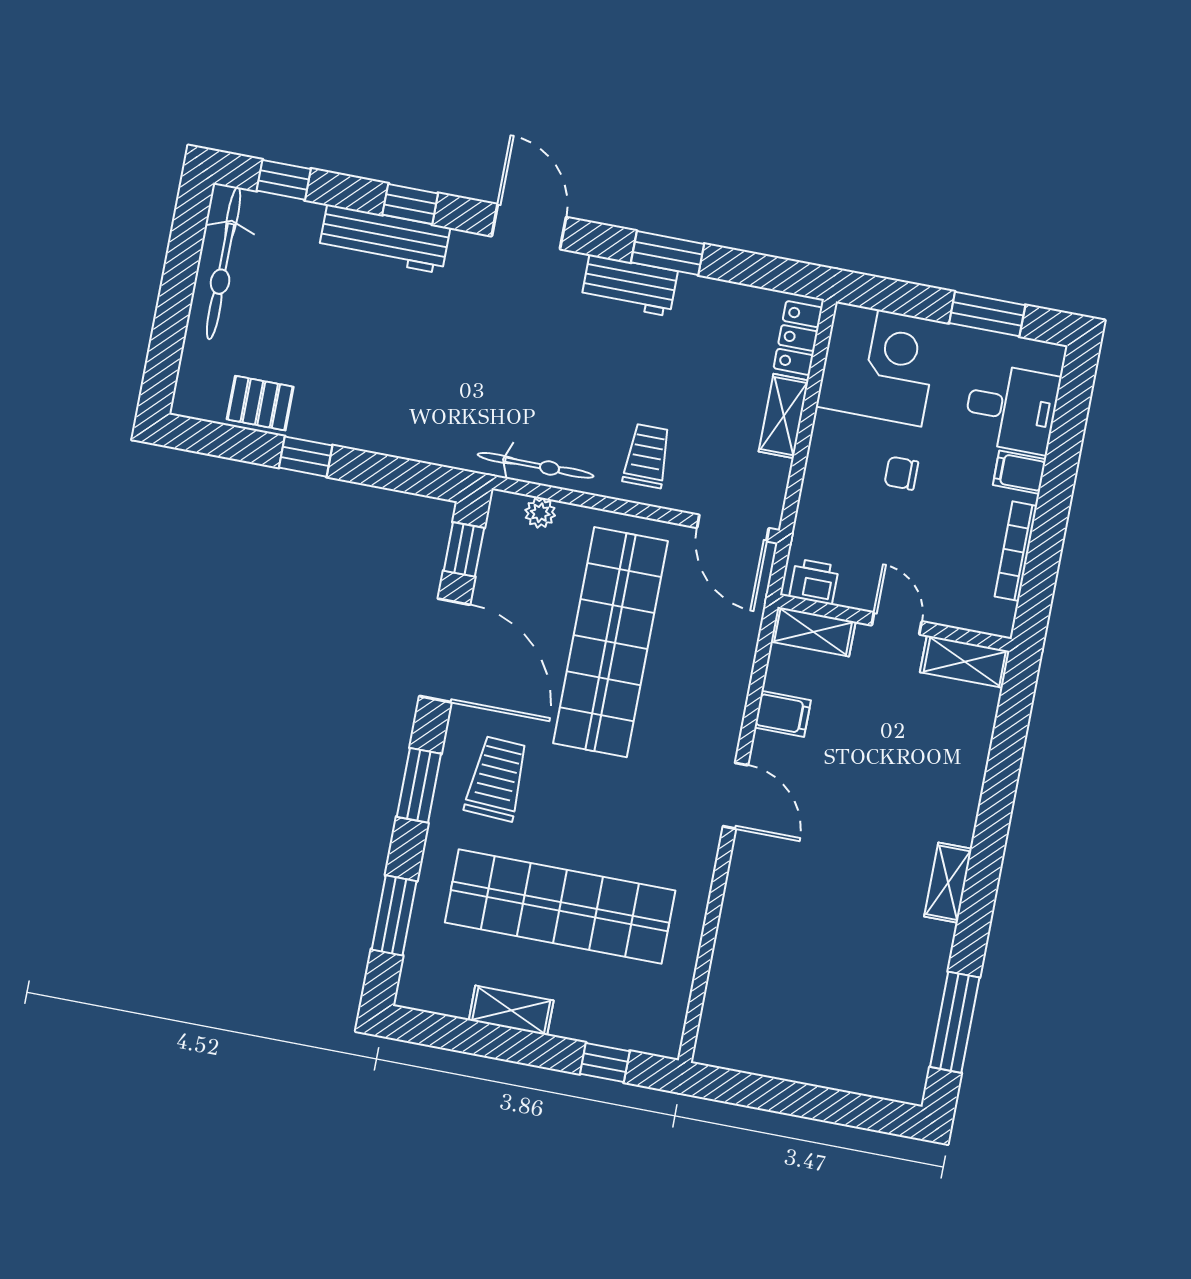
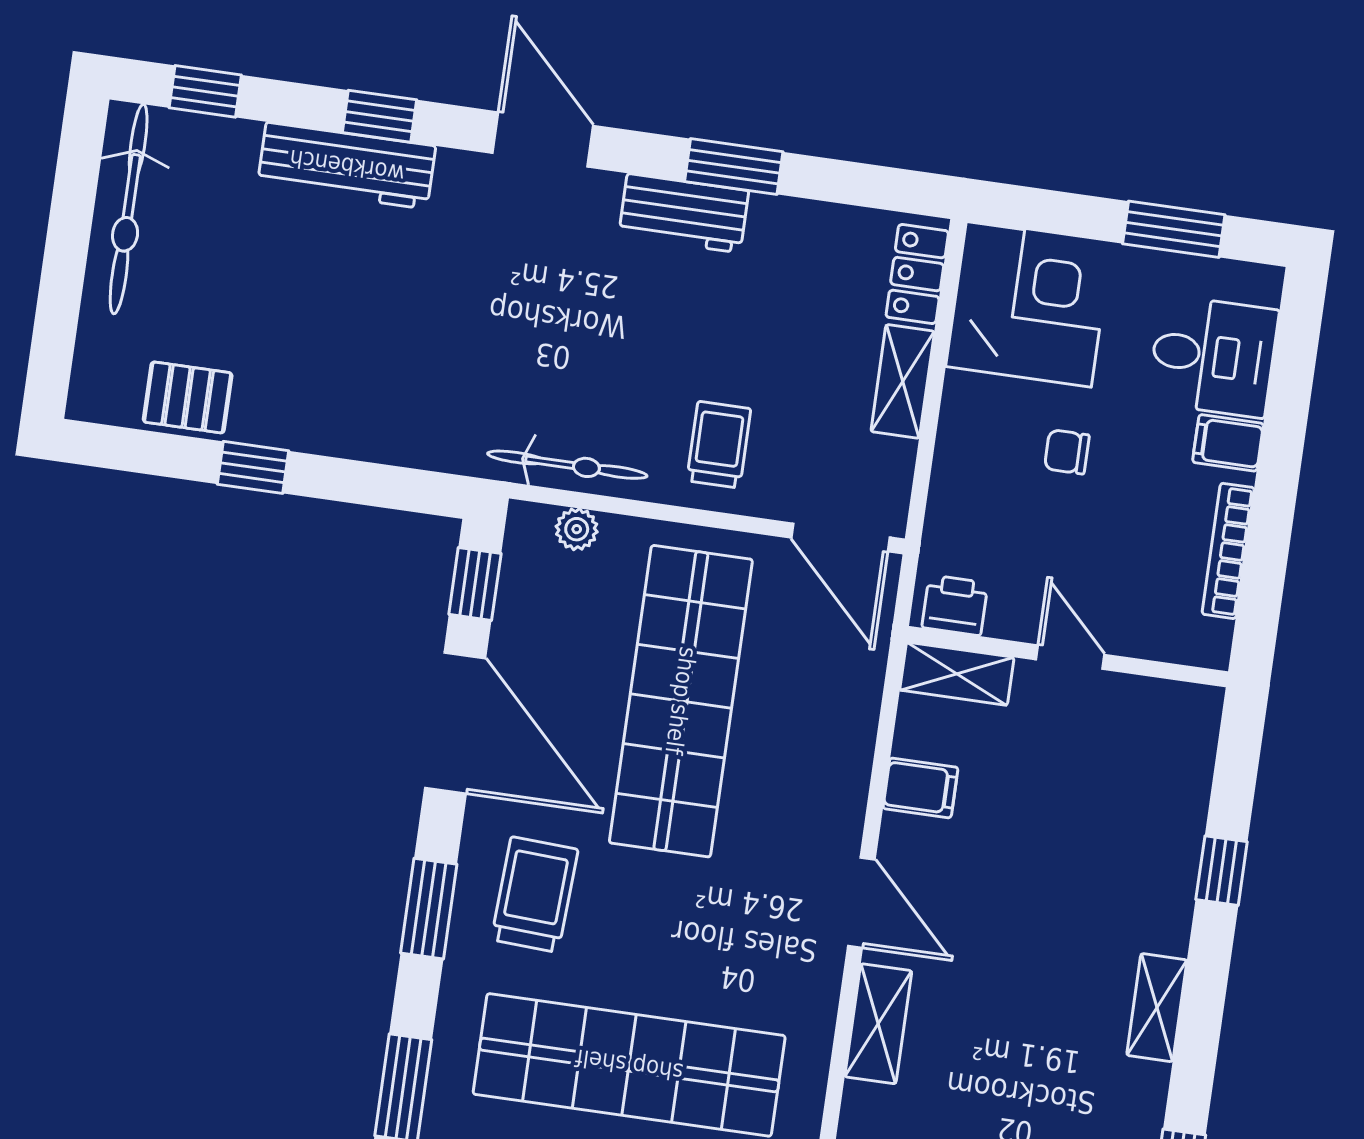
shelving: (965, 662) -> (878, 1024), moved, turned 90
window: (1000, 785) -> (1222, 871), added

